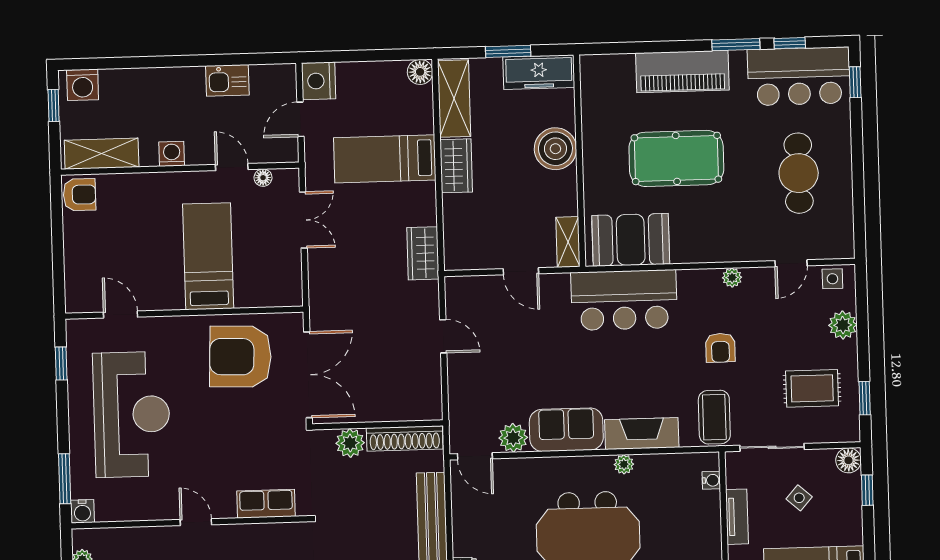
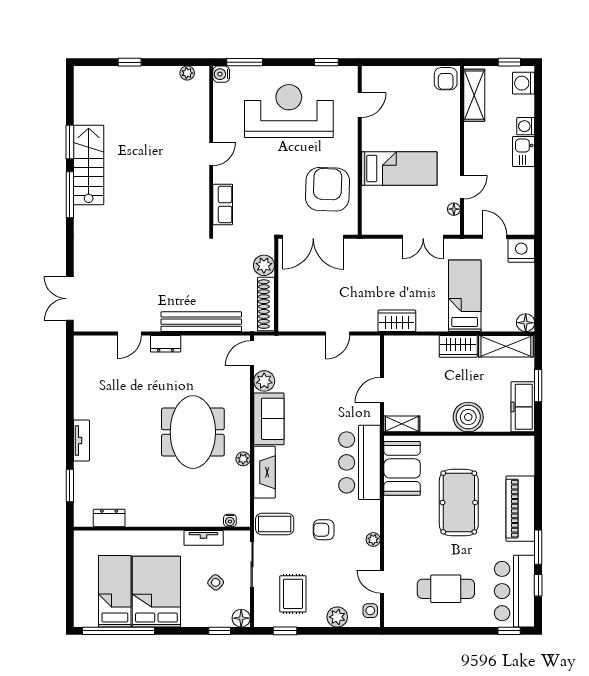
kitchen sink: (227, 80) -> (524, 152), moved
washing machine: (172, 154) -> (526, 126), moved, turned 180
reception desk: (132, 414) -> (289, 111), turned 180

